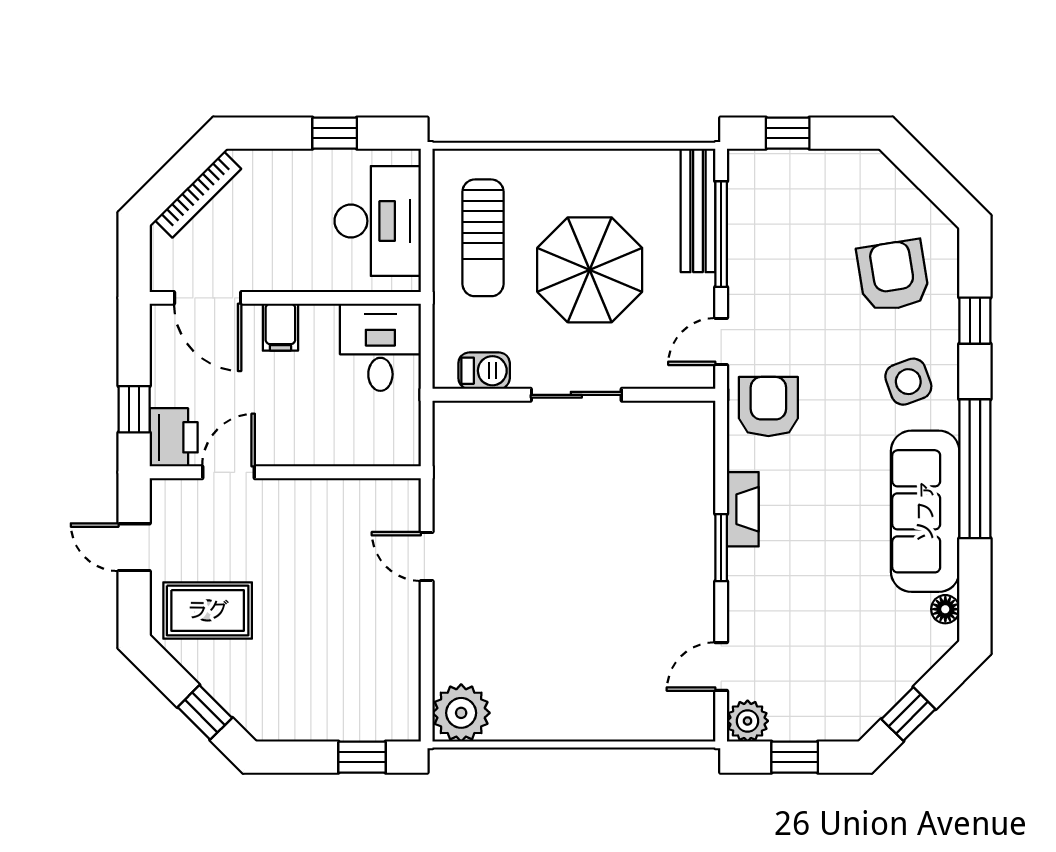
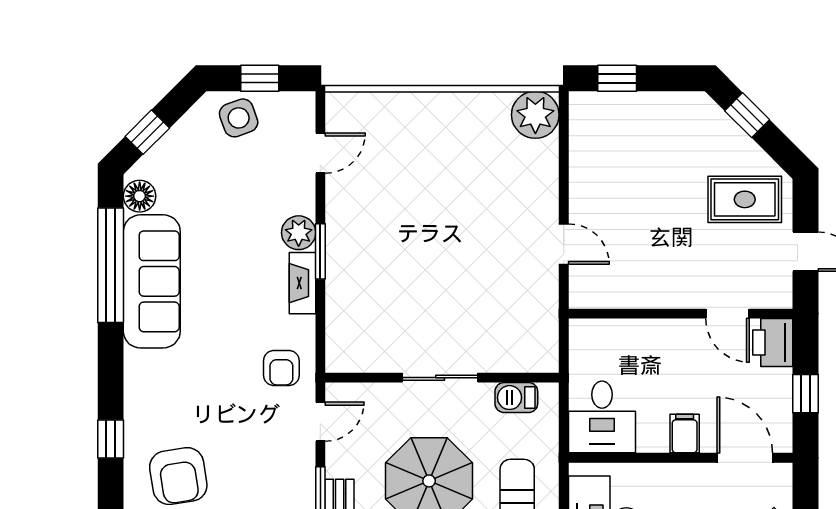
side table: (908, 382) -> (239, 118), moved
armchair: (768, 406) -> (281, 368), width x0.72, depth x0.72
window: (134, 409) -> (806, 394), moved
window: (975, 469) -> (111, 265), moved
door: (228, 472) -> (728, 314), hinge flipped
floor lamp: (945, 609) -> (140, 196), width x1.37, depth x1.37
window: (908, 714) -> (147, 132), moved
plant: (748, 721) -> (299, 233), moved

